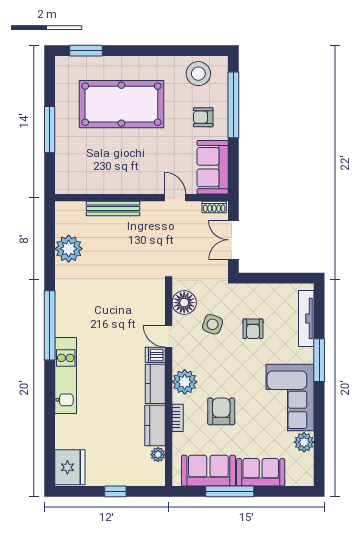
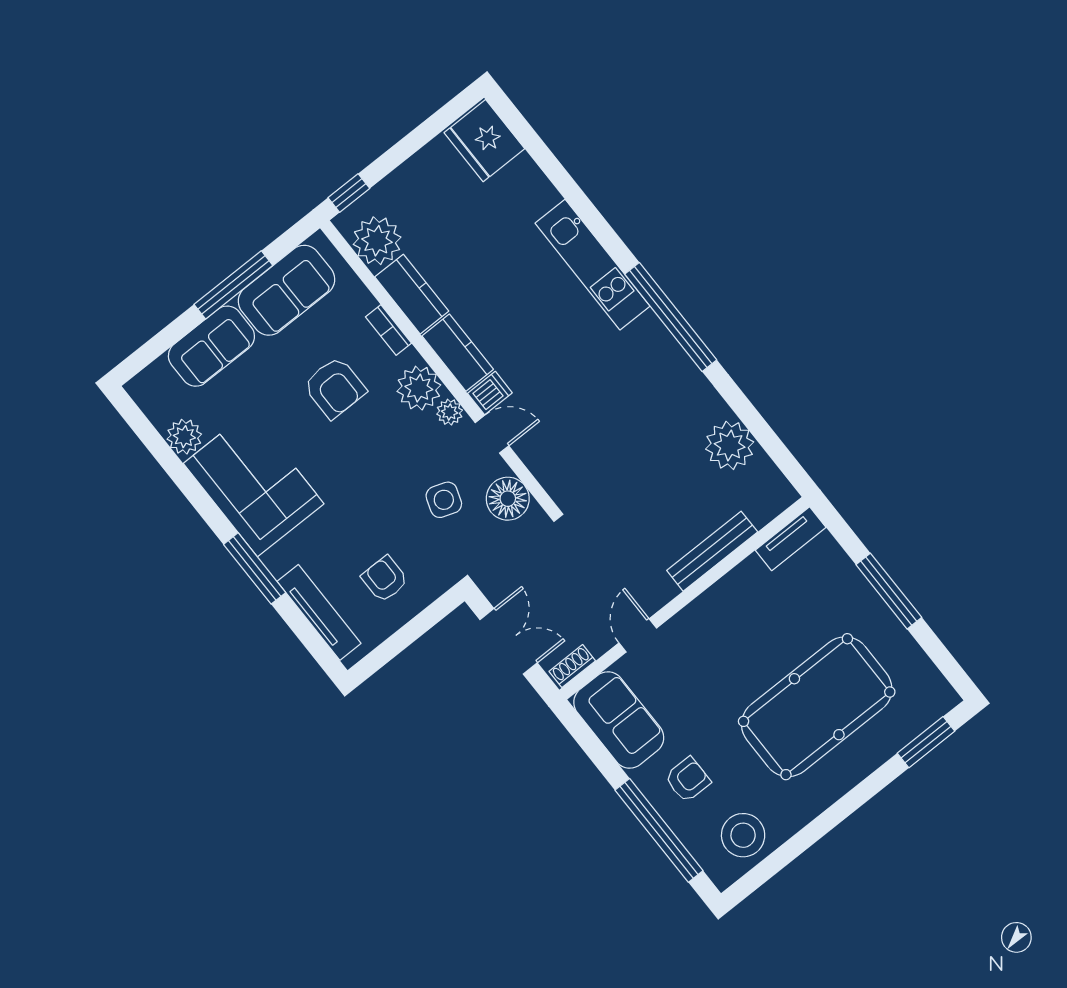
tv unit: (74, 187) -> (791, 539), added
door: (175, 198) -> (638, 635), swing flipped
armchair: (253, 329) -> (385, 579), moved
plant: (180, 361) -> (450, 412), added
plant: (158, 455) -> (377, 241), width x1.88, depth x1.88
window: (115, 491) -> (349, 193), moved

